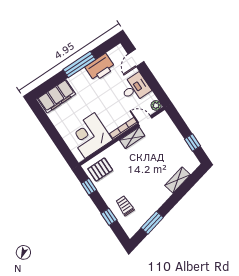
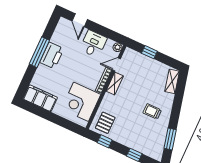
printer: (100, 67) -> (52, 55), moved
filing cabinet: (57, 96) -> (40, 98), moved, turned -90
window: (193, 143) -> (149, 52), moved
shelving: (178, 180) -> (172, 81), moved
trolley: (125, 206) -> (152, 111), moved

